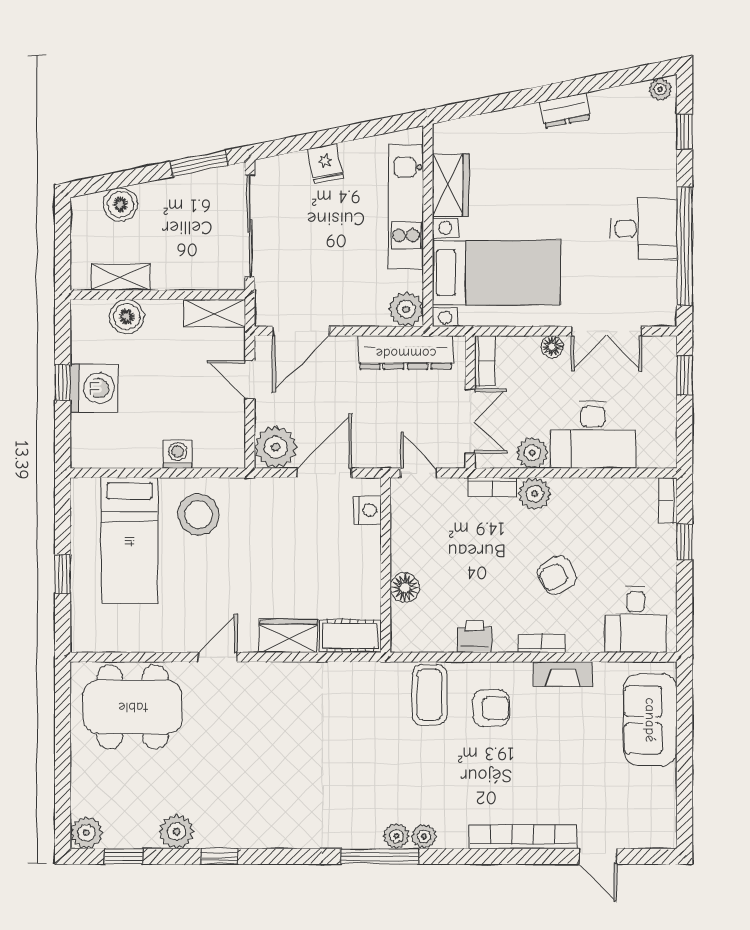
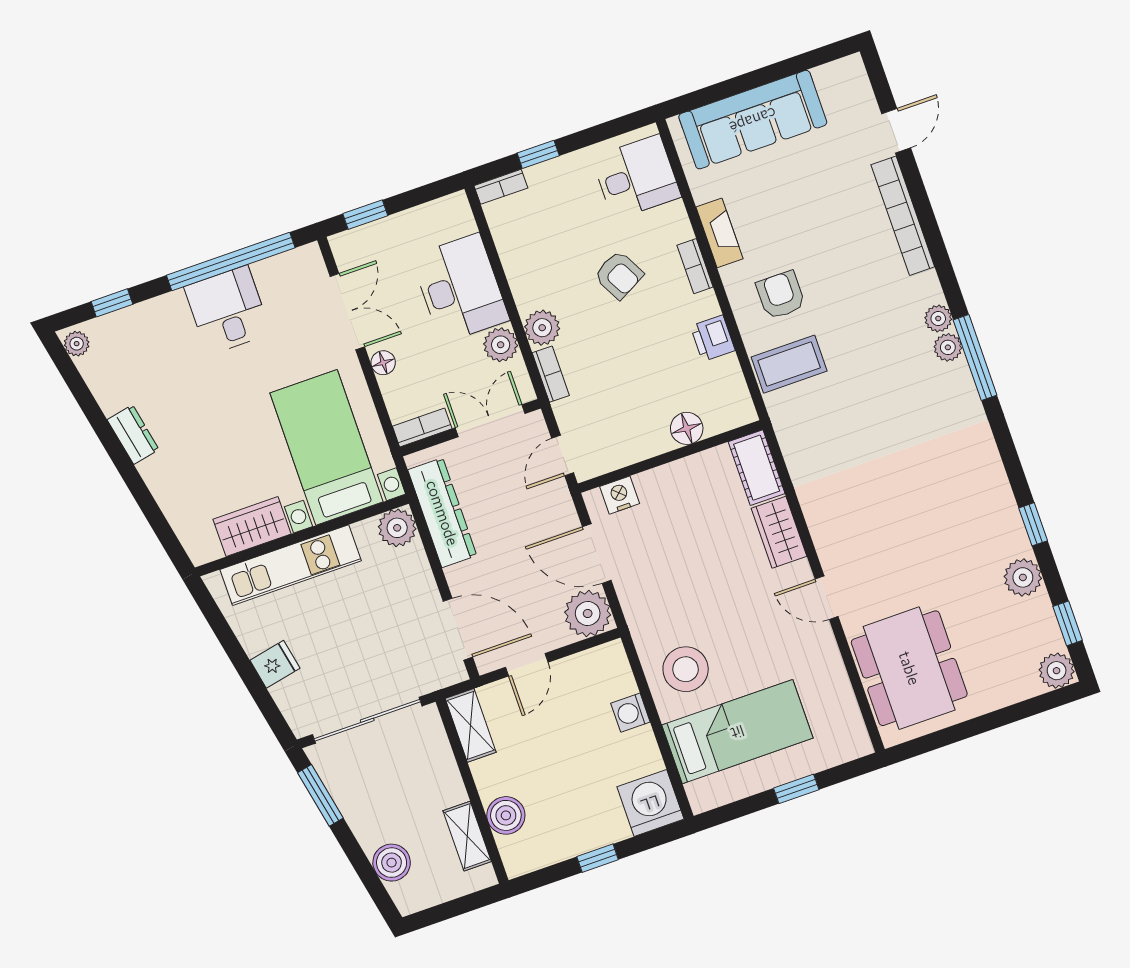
washing machine: (94, 388) -> (650, 803), moved
sofa: (650, 720) -> (753, 120), width x1.36

